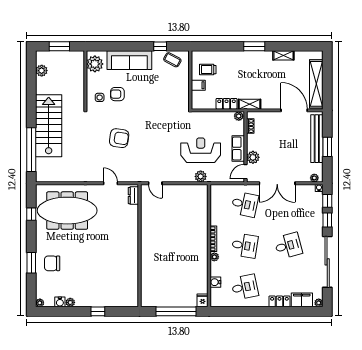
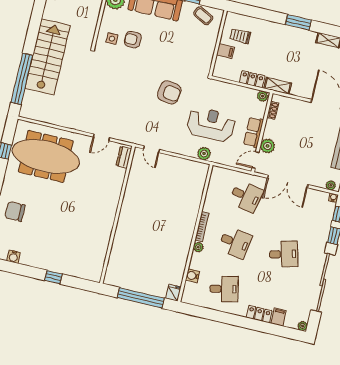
armchair: (119, 138) -> (169, 92), moved
door: (110, 183) -> (101, 137), swing flipped
filing cabinet: (302, 300) -> (279, 317), width x0.50
plant: (70, 302) -> (25, 260), removed

